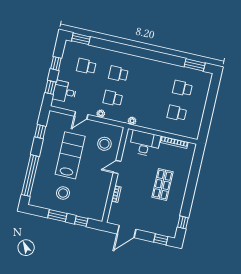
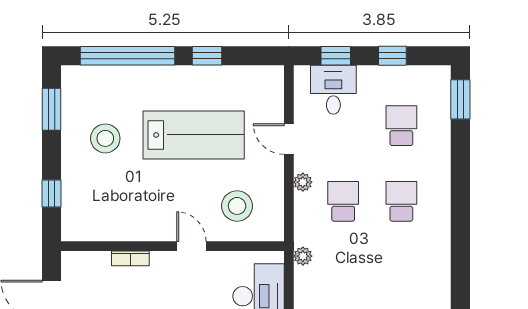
window: (40, 132) -> (207, 56), moved
window: (57, 216) -> (52, 109), moved

